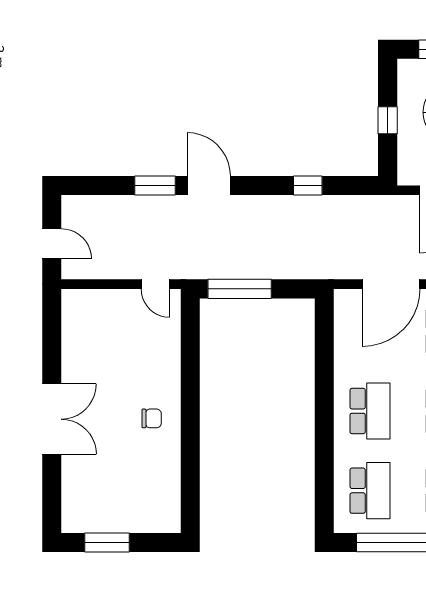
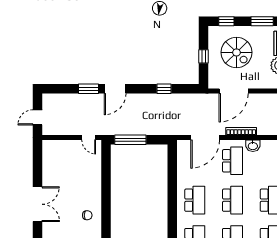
door: (209, 186) -> (115, 89), swing flipped
door: (52, 244) -> (37, 117), swing flipped
chair: (152, 418) -> (87, 215), moved

